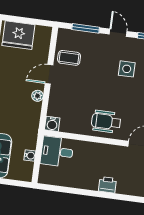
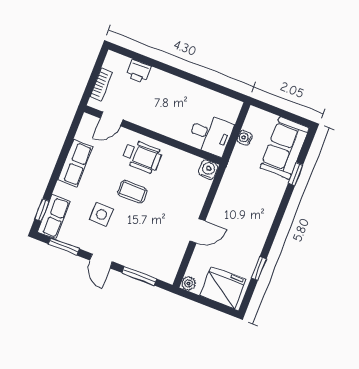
coffee table: (69, 58) -> (132, 192), moved
plant: (37, 96) -> (188, 283), moved
printer: (107, 185) -> (139, 71), moved

